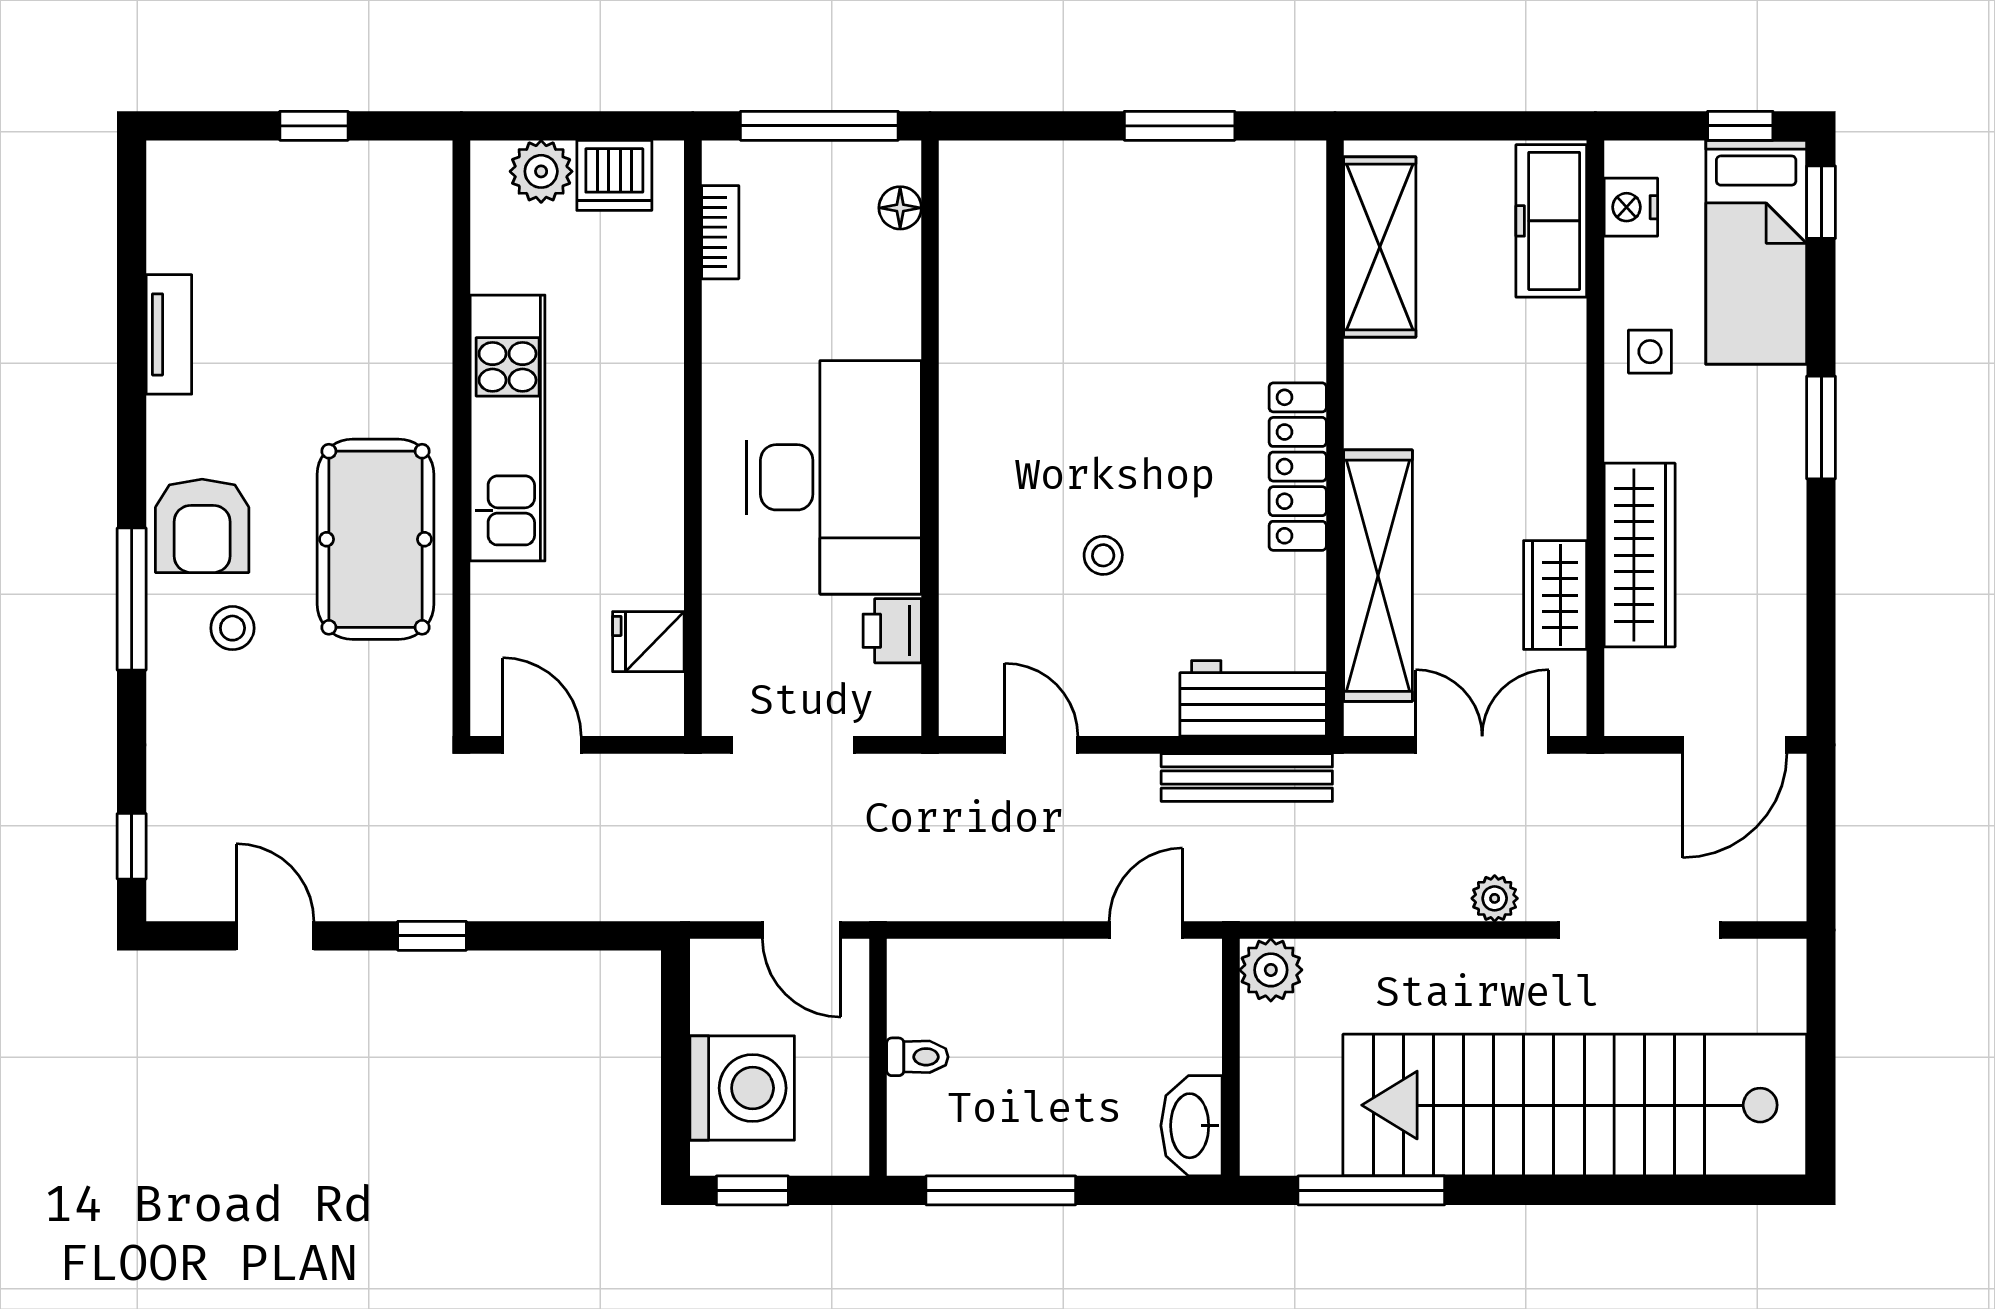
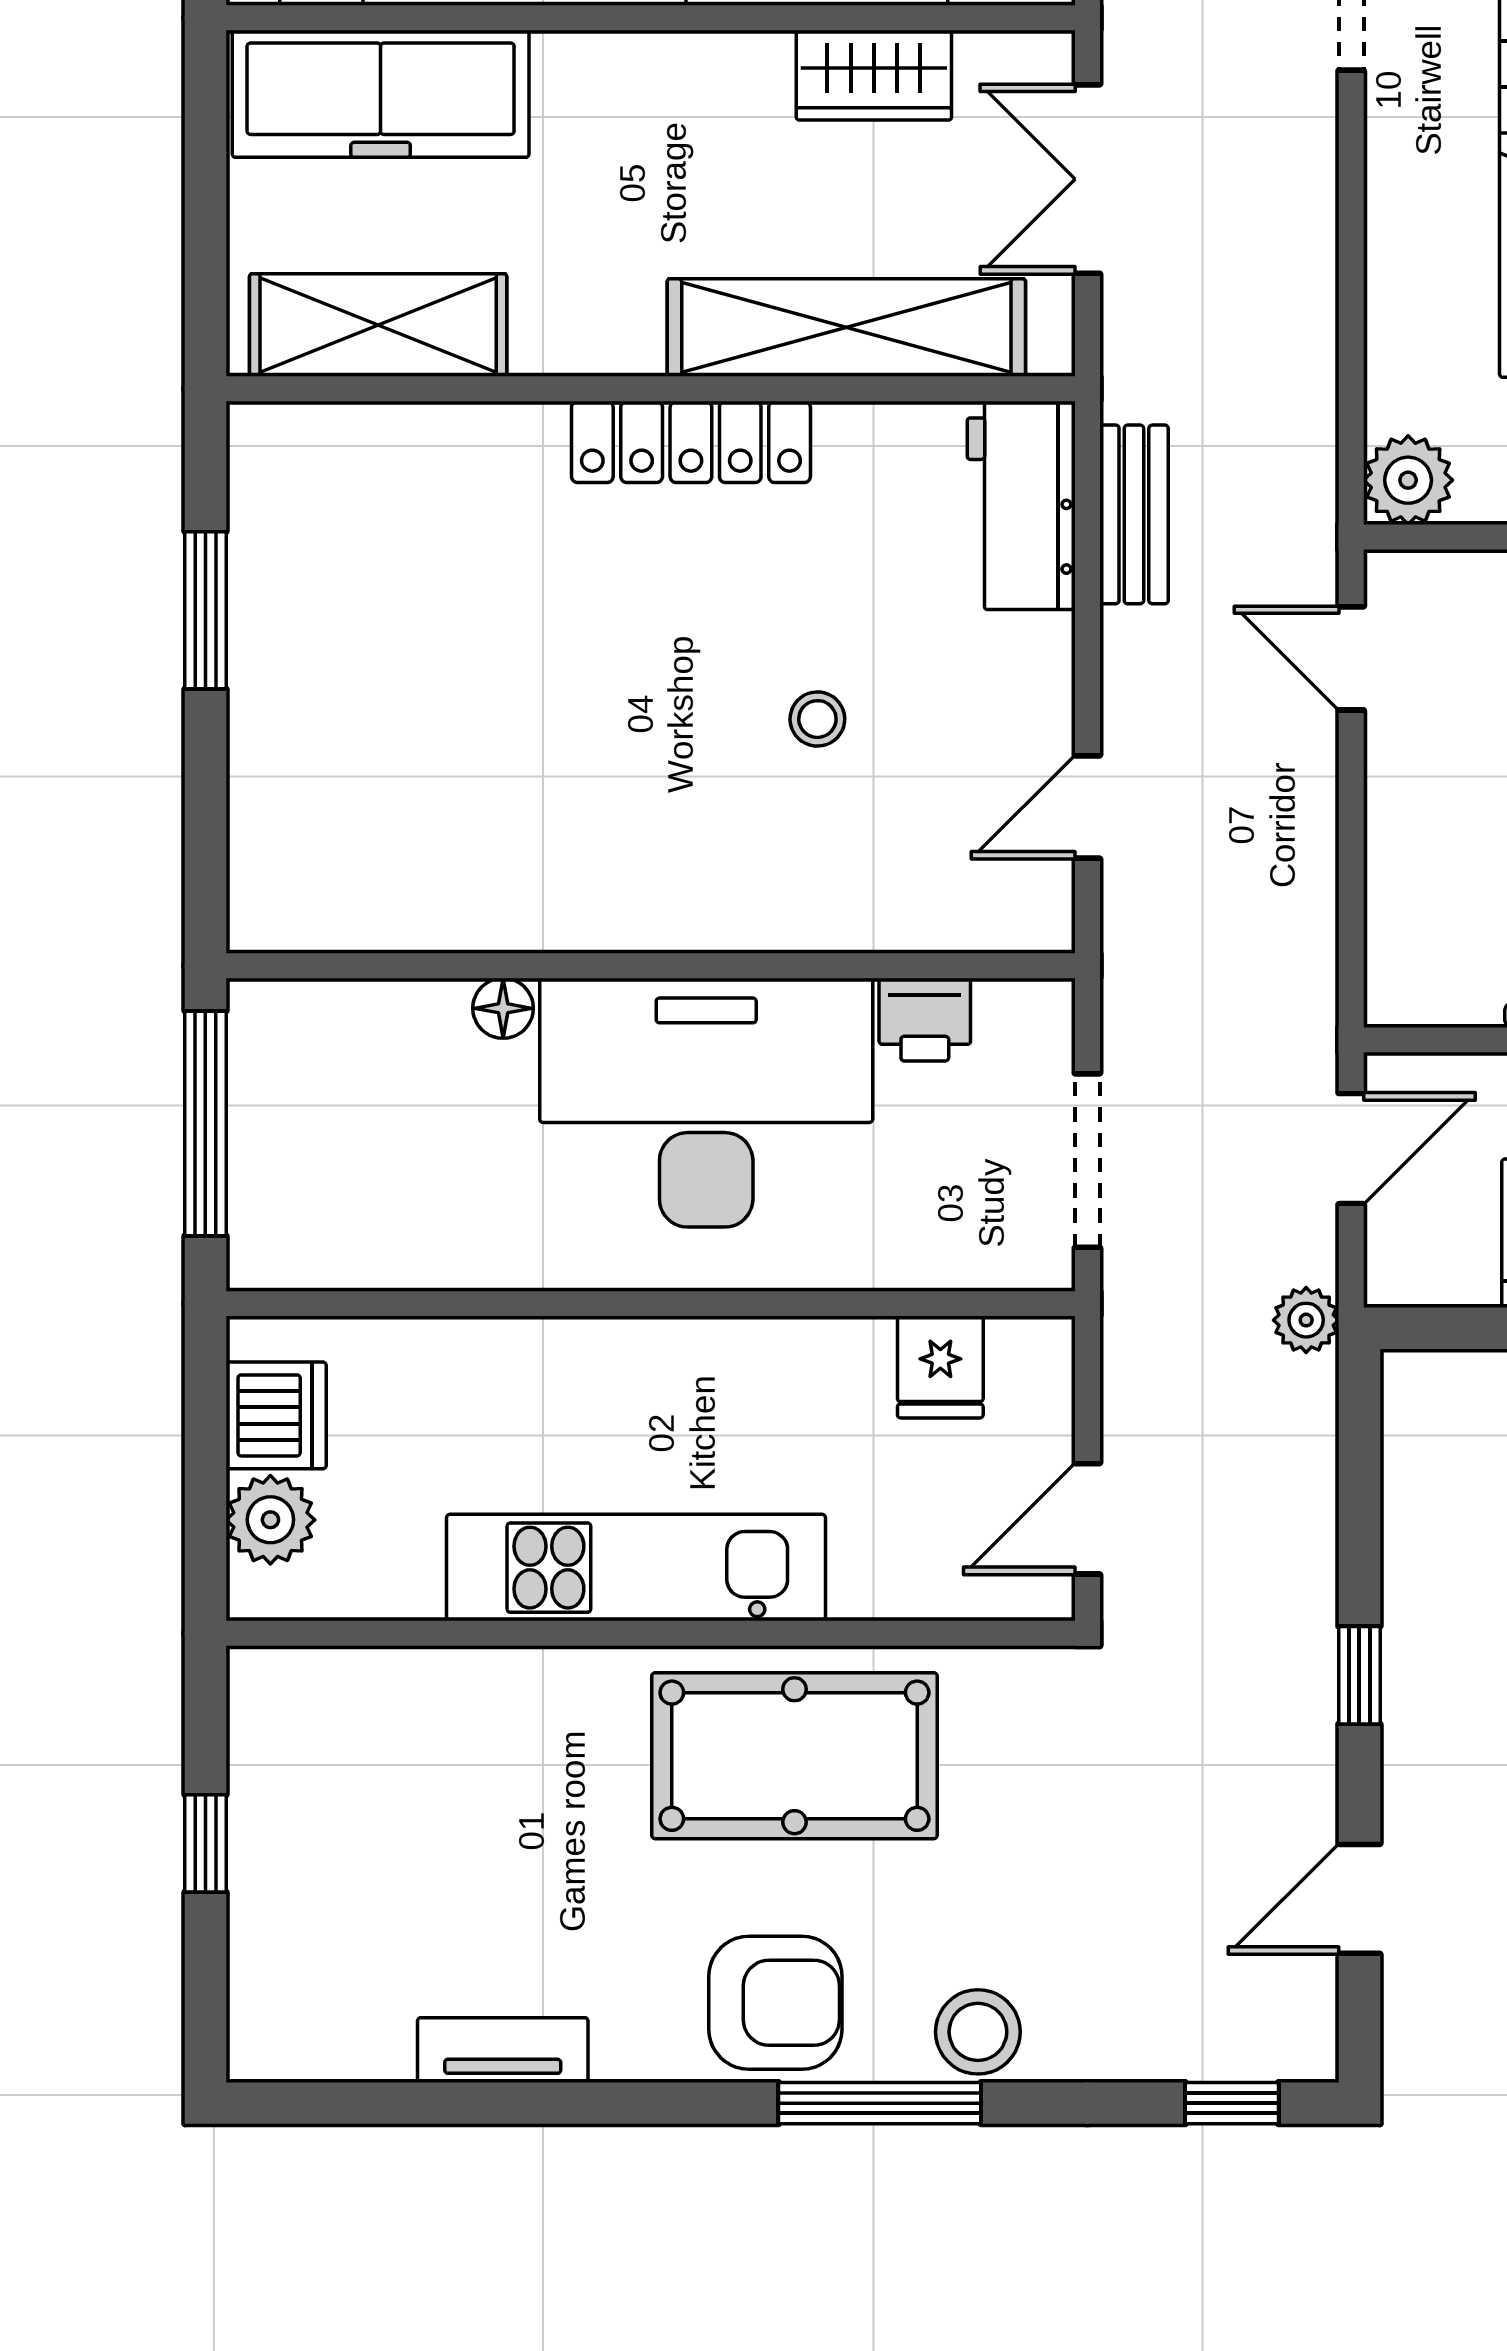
floor lamp: (900, 208) -> (503, 1008), moved
freezer: (1551, 221) -> (381, 94), width x1.36, depth x1.26
bookcase: (720, 232) -> (357, 1265), removed
stool: (232, 628) -> (978, 2032), moved, width x1.37, depth x1.37
bench: (1247, 778) -> (1134, 514), width x0.73
plant: (1495, 898) -> (1306, 1320), moved

